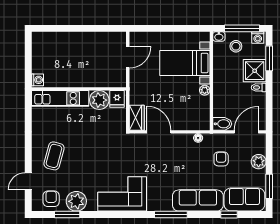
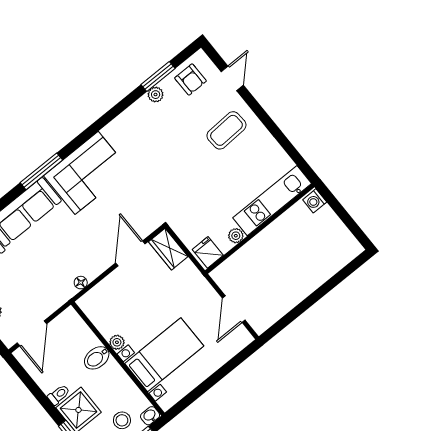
plant: (99, 100) -> (236, 236), width x0.53, depth x0.53
bidet: (222, 124) -> (97, 358), moved
door: (159, 132) -> (130, 253), swing flipped
coffee table: (54, 156) -> (226, 130), turned 72
armchair: (221, 159) -> (36, 280), removed
corner sofa: (122, 194) -> (87, 173), moved
plant: (76, 201) -> (156, 95), width x0.53, depth x0.53

